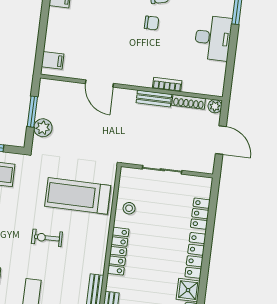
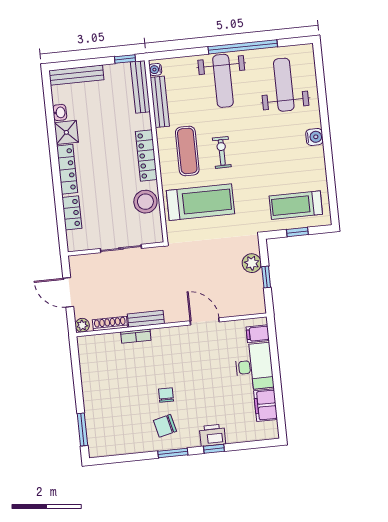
chair: (152, 23) -> (166, 395), turned 90
desk: (213, 38) -> (254, 366), moved, turned 180
window: (32, 112) -> (266, 277), width x0.67
stool: (129, 208) -> (145, 202), width x1.89, depth x1.89
exercise bike: (47, 238) -> (222, 152), turned -89
exercise mat: (79, 247) -> (187, 151), added

